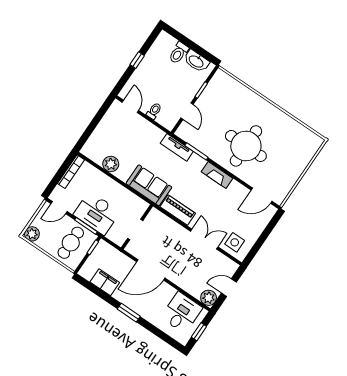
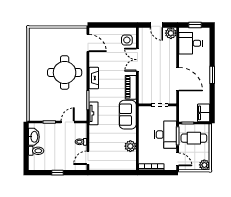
filing cabinet: (105, 282) -> (204, 113), moved

